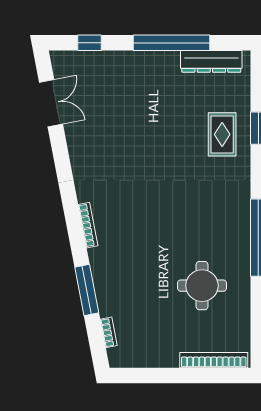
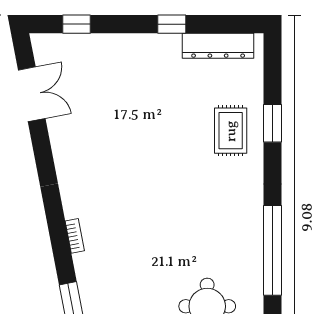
window: (171, 43) -> (172, 24), width x0.32
bookcase: (88, 225) -> (75, 236), width x0.64

